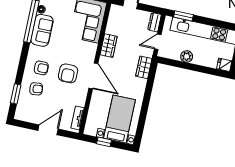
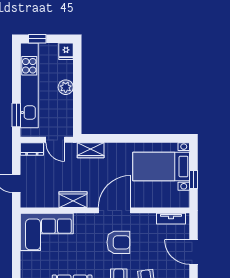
plant: (187, 56) -> (66, 87), moved

